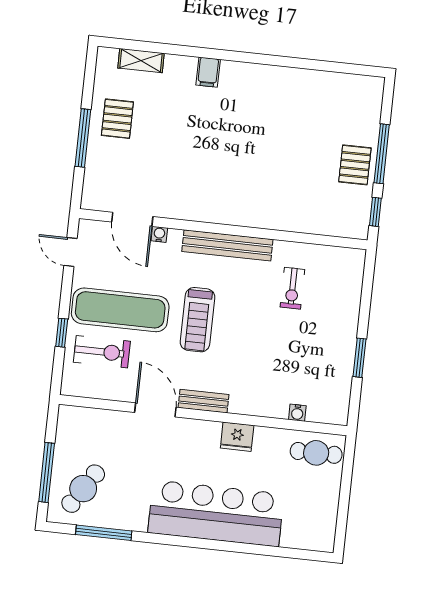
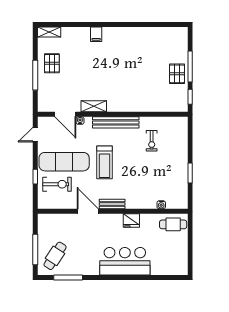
shelving: (141, 61) -> (49, 32), moved
shelving: (189, 210) -> (94, 106), added
door: (70, 252) -> (35, 135), hinge flipped
bar counter: (216, 513) -> (125, 261), width x0.73

